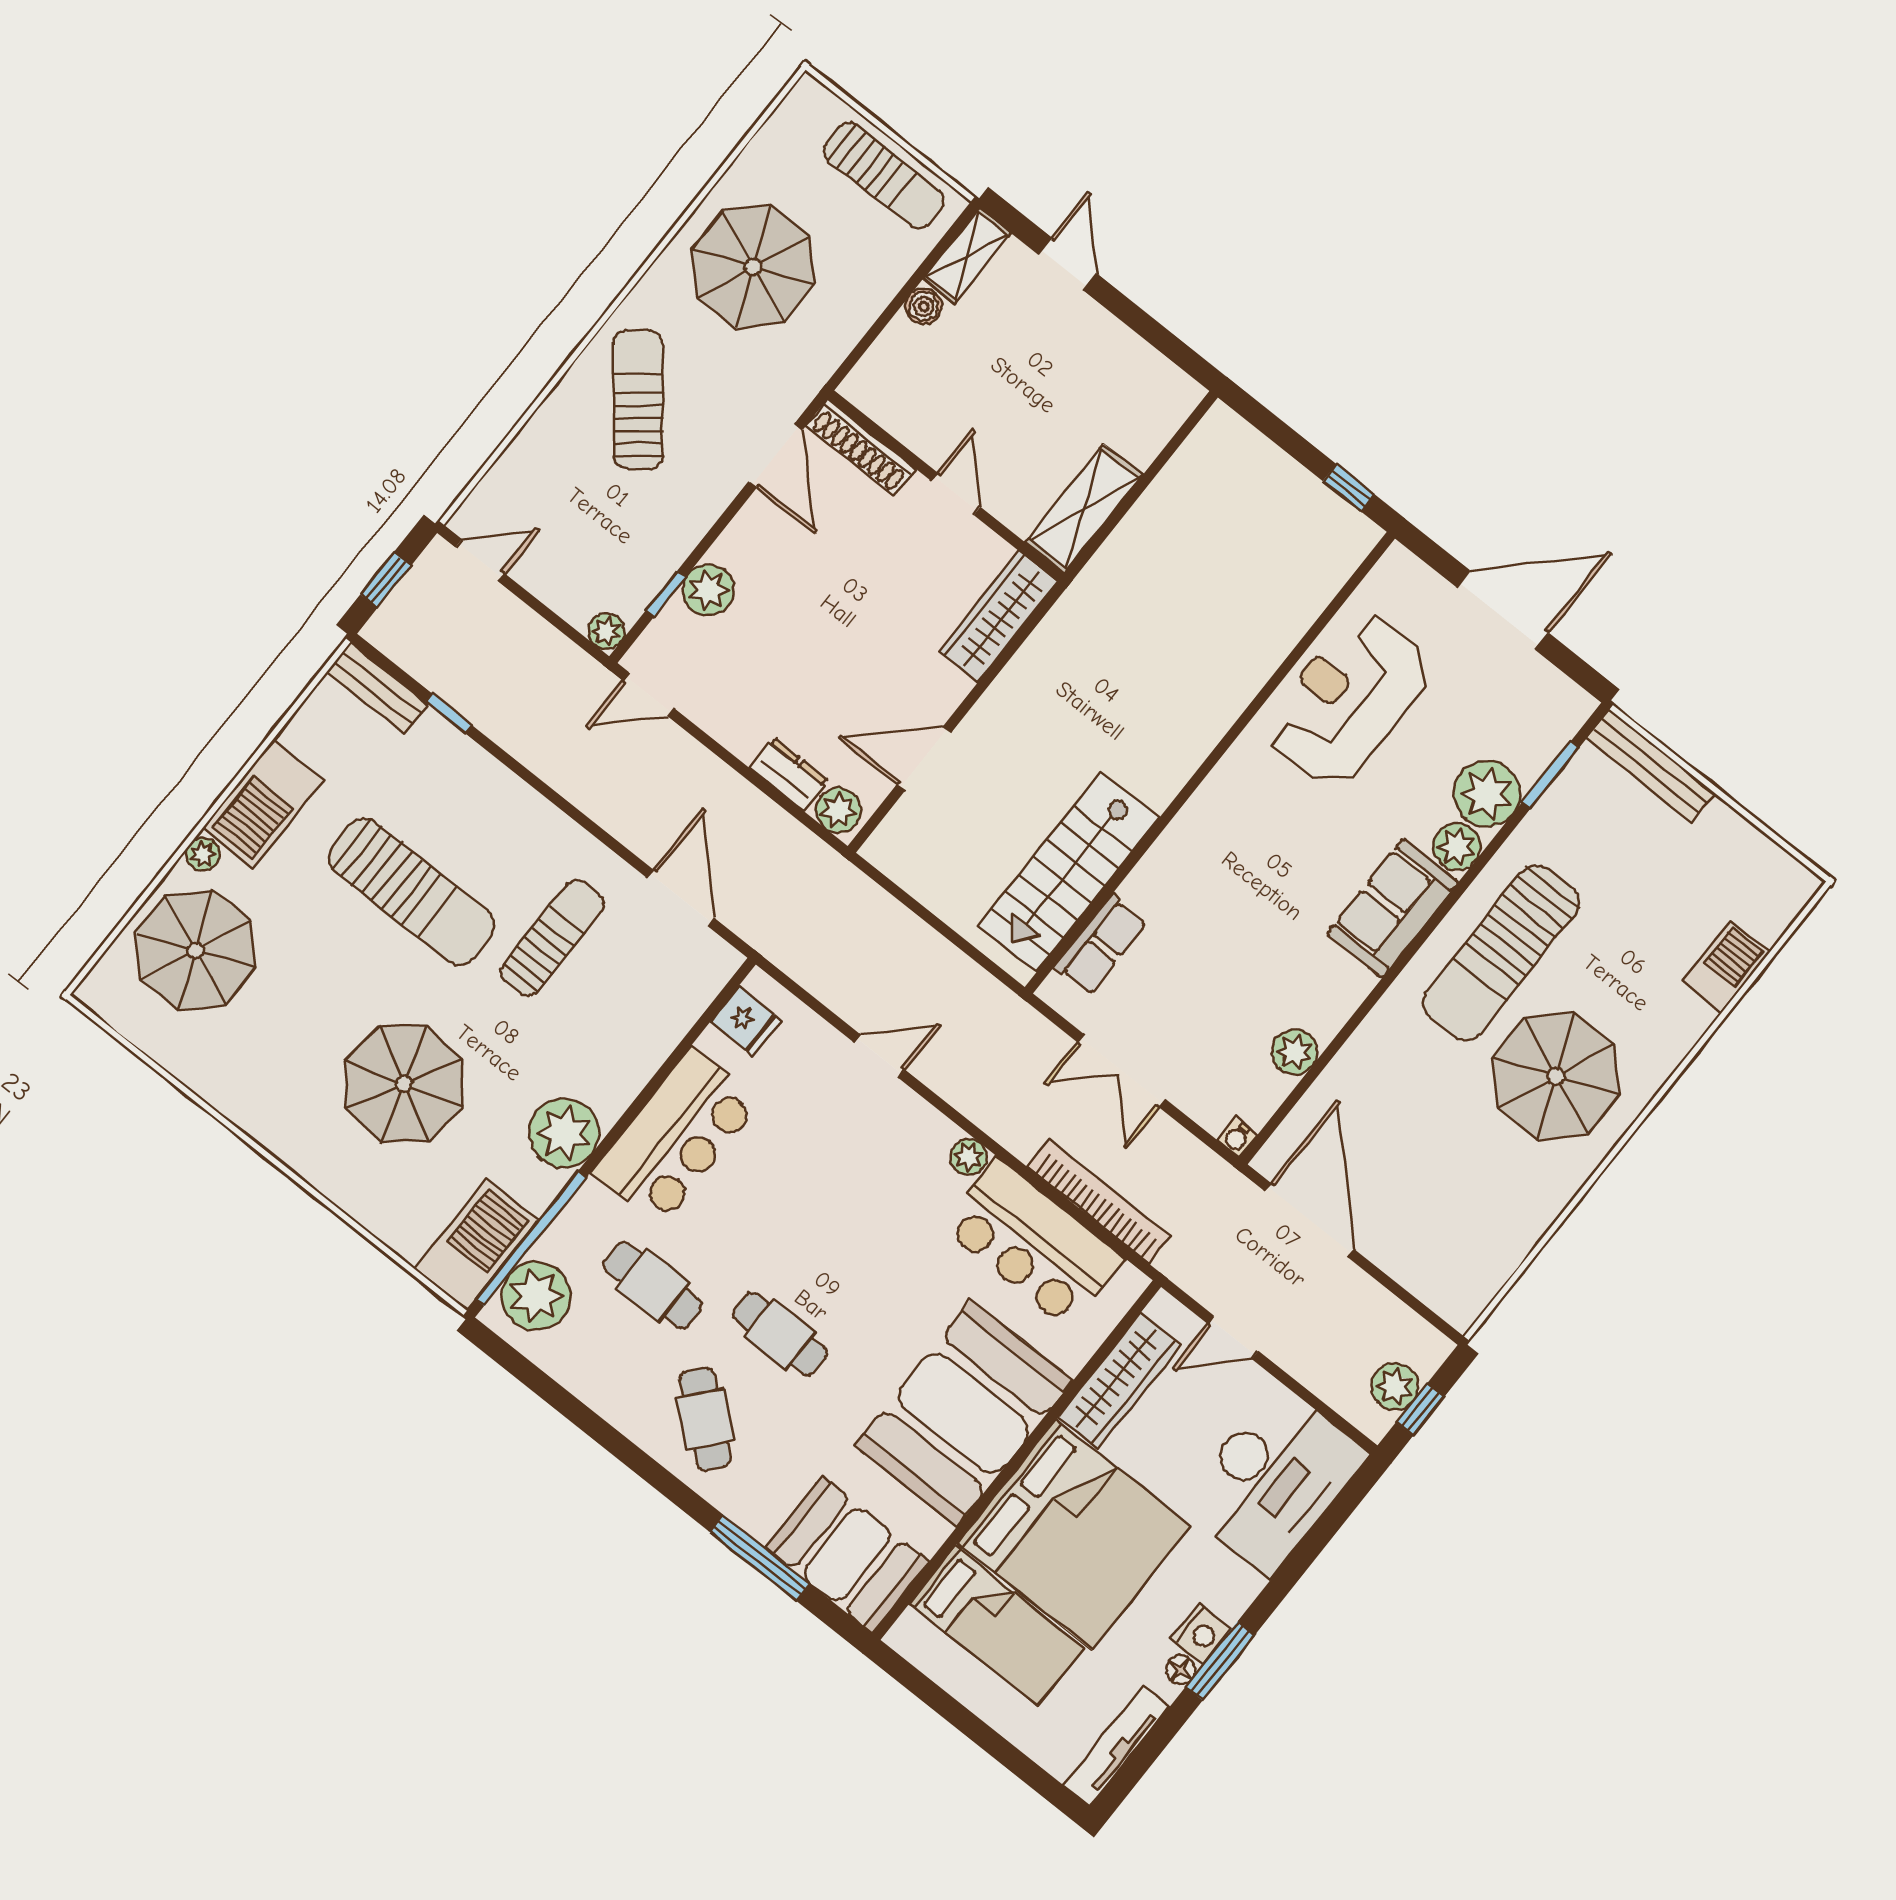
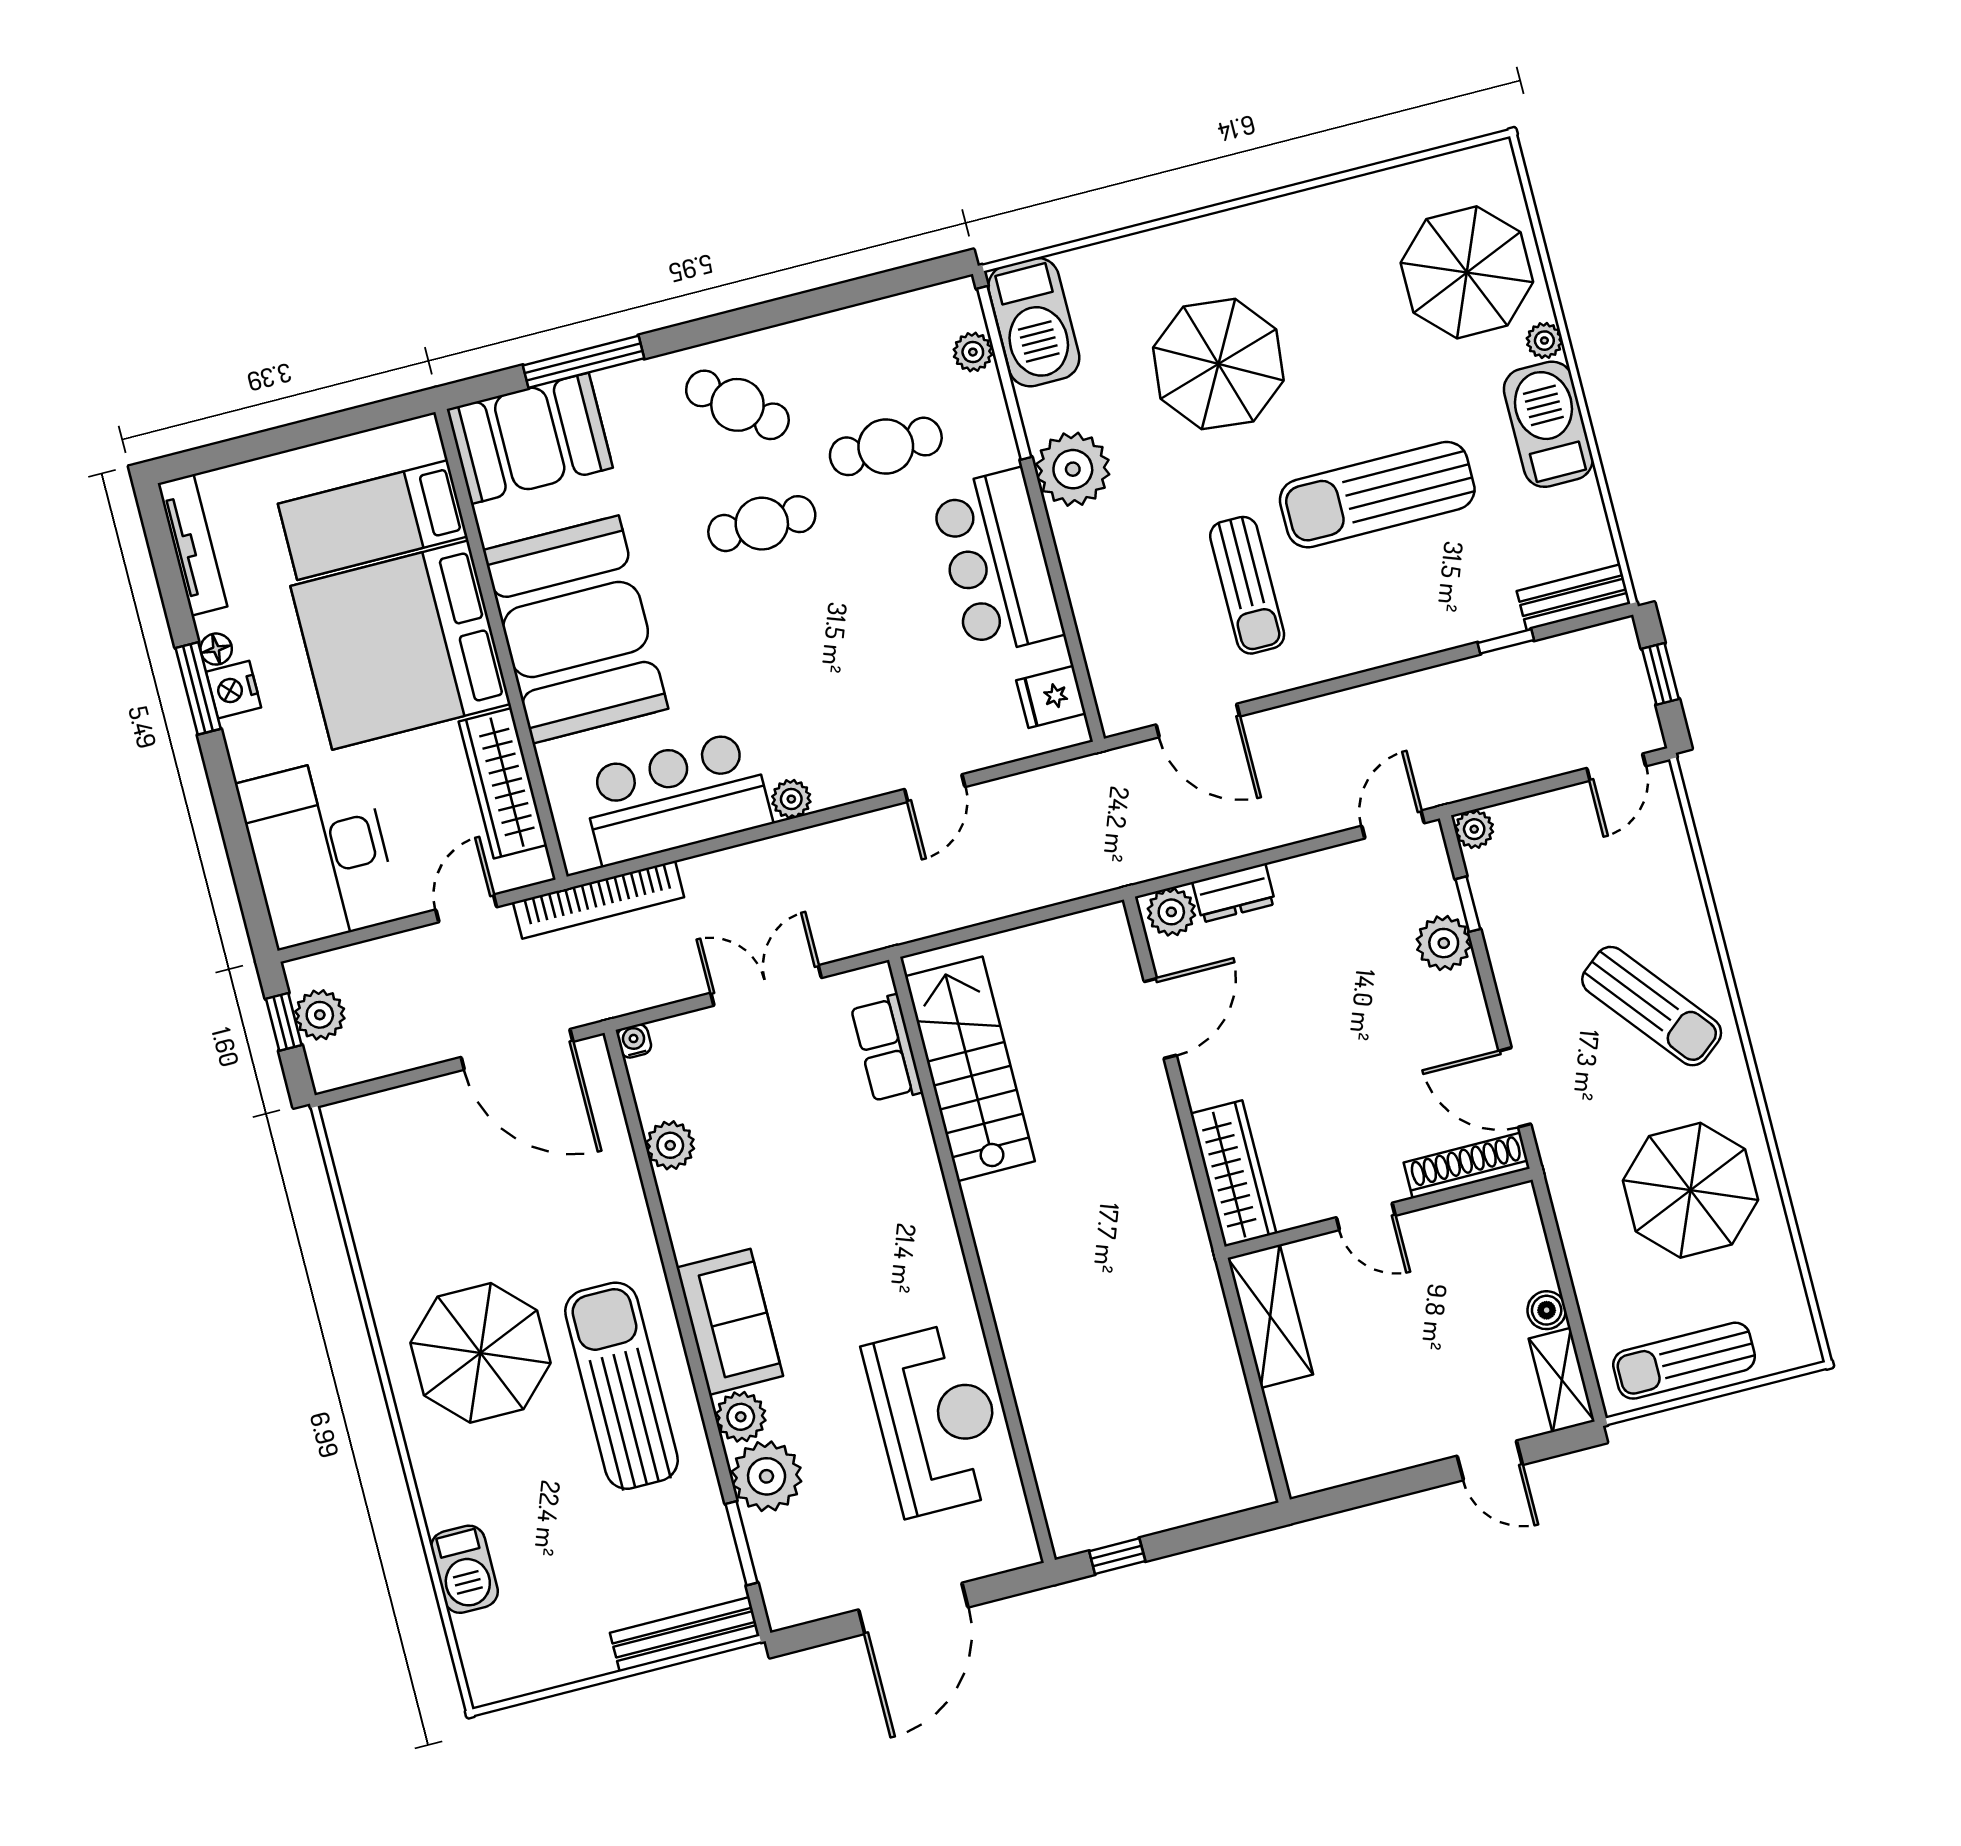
bookcase: (1099, 1201) -> (599, 900), moved
plant: (536, 1296) -> (973, 352), width x0.53, depth x0.53

